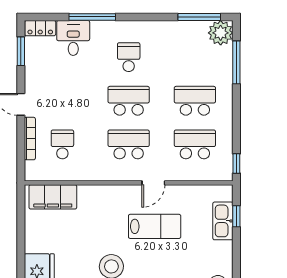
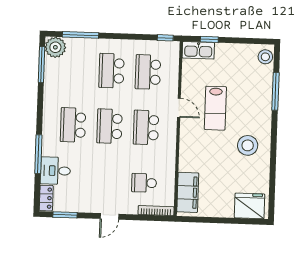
school desk: (129, 57) -> (73, 125), width x1.85
bookcase: (30, 139) -> (156, 211), moved
kitchen sink: (223, 221) -> (198, 50), moved
lab bench: (155, 226) -> (215, 108), turned 180

